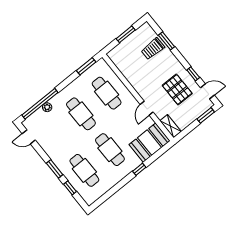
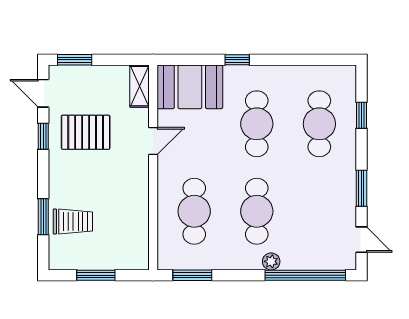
pallet: (177, 89) -> (86, 132), turned 90
plant: (47, 107) -> (271, 261), moved
window: (55, 169) -> (361, 188), moved

